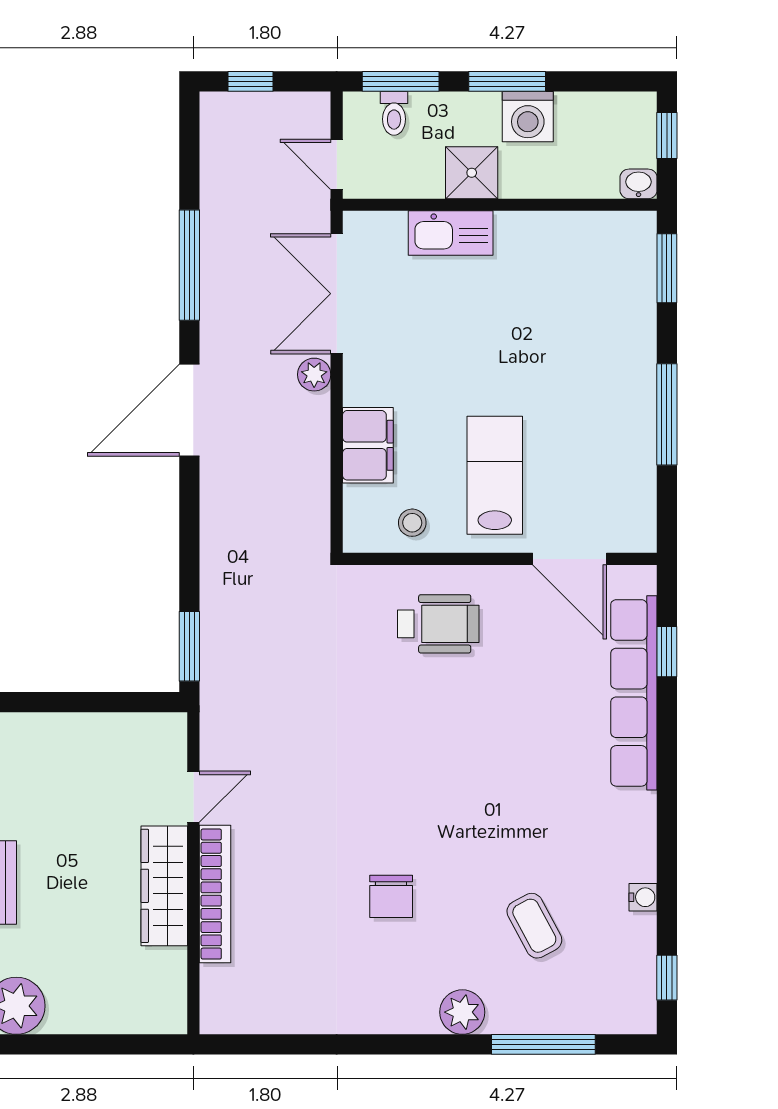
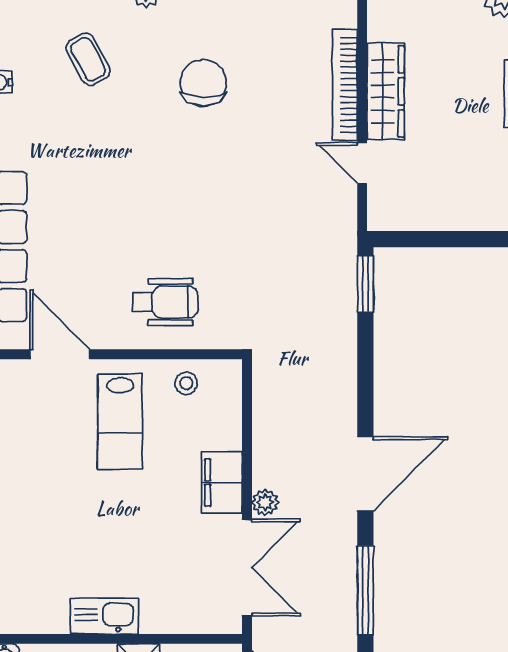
kitchen sink: (451, 233) -> (104, 616), moved
filing cabinet: (368, 445) -> (222, 483), moved
wheelchair: (438, 624) -> (165, 302), turned 180
door: (193, 797) -> (362, 163), hinge flipped
chair: (391, 896) -> (203, 83), width x1.37, depth x1.37

